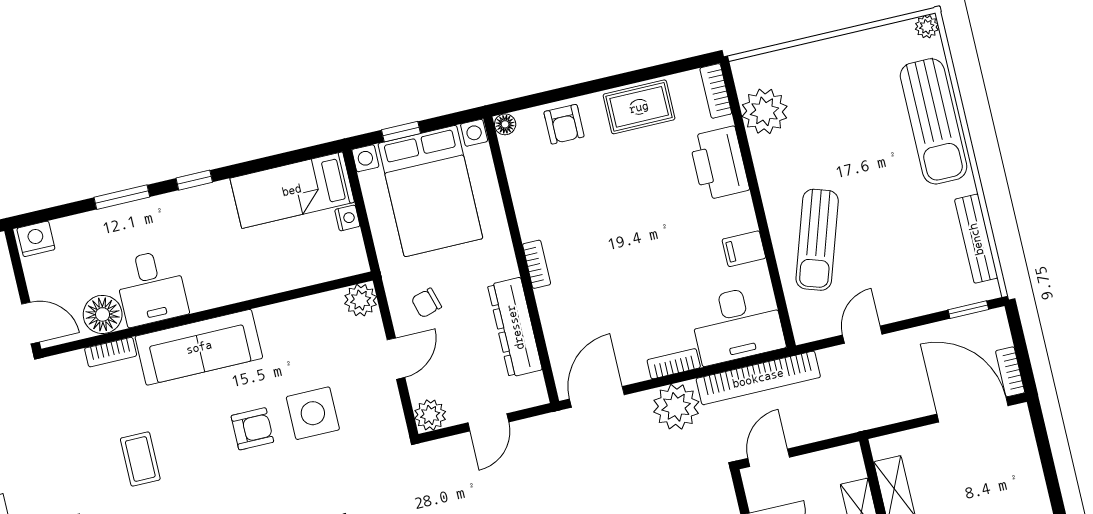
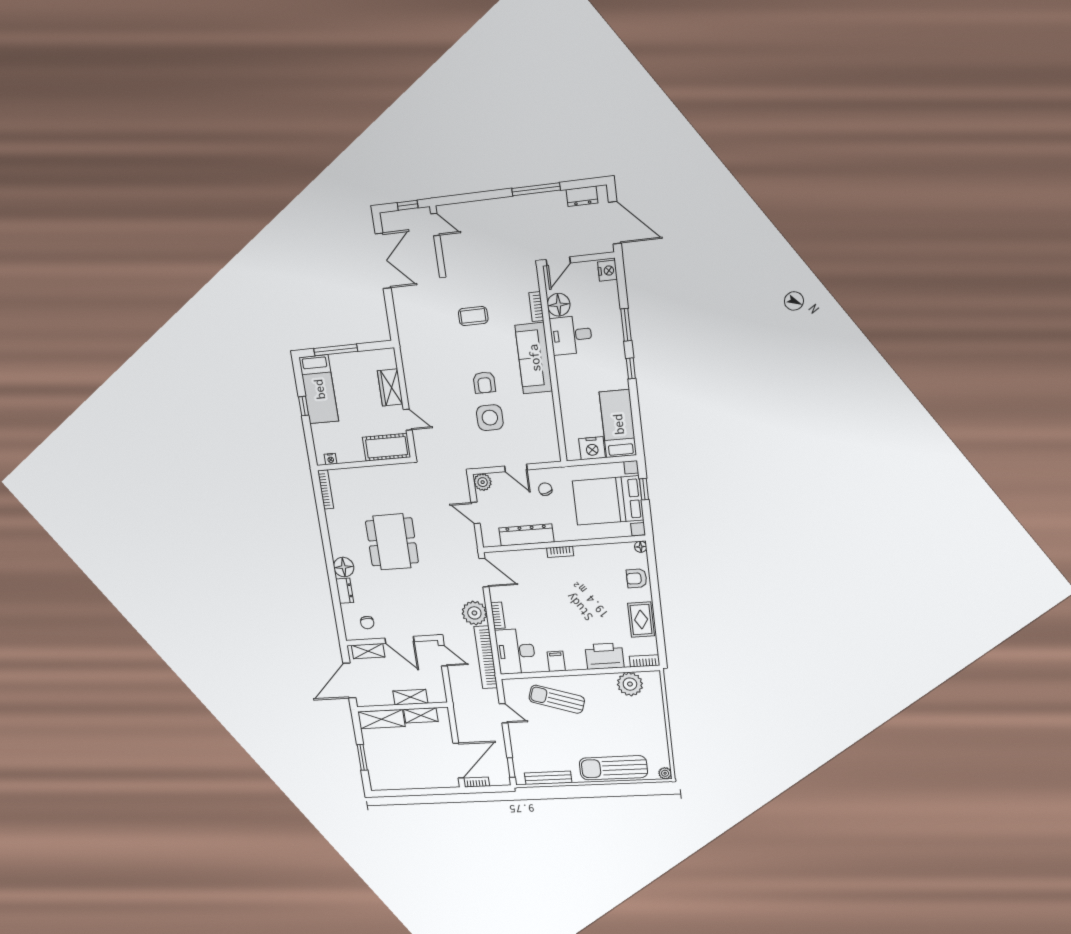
nightstand: (347, 218) -> (592, 448), width x1.89, depth x1.79
plant: (361, 300) -> (551, 453), removed

